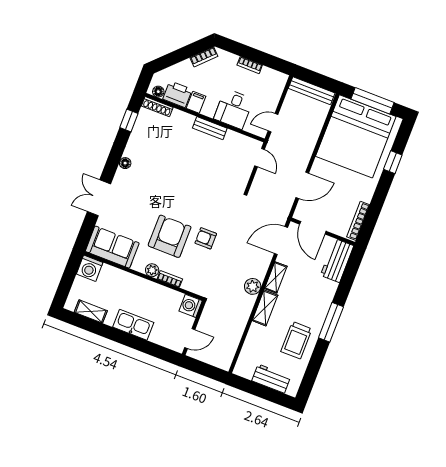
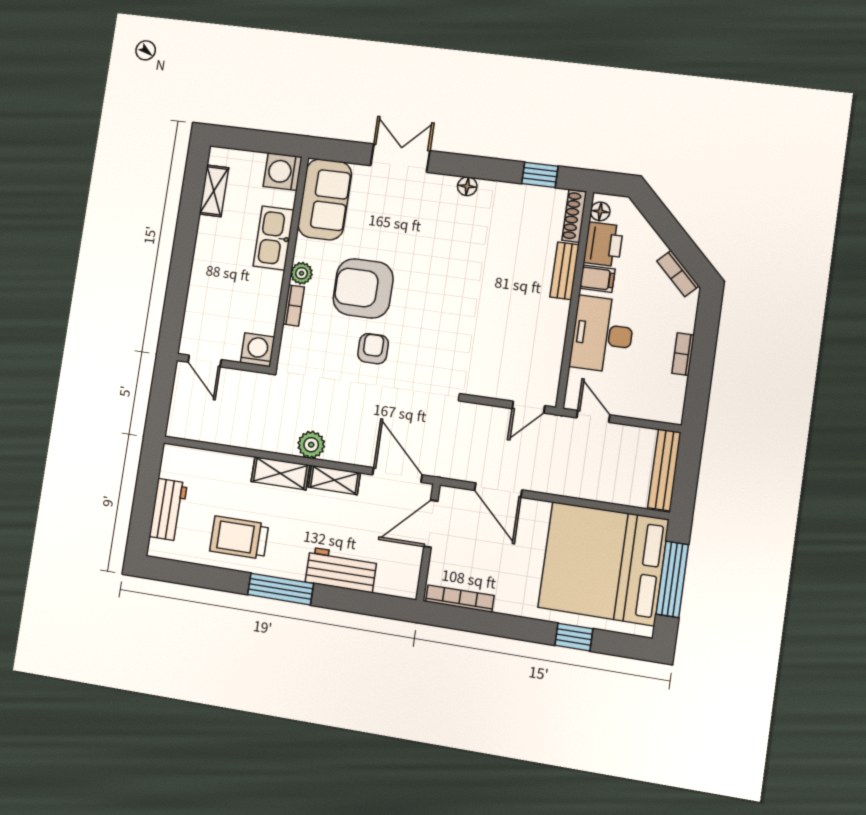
desk: (234, 109) -> (602, 334), width x1.37
bench: (210, 128) -> (565, 271), moved
armchair: (170, 236) -> (363, 288), turned 180
workbench: (337, 260) -> (341, 570), moved
kitchen sink: (133, 325) -> (274, 238), moved, turned 180

